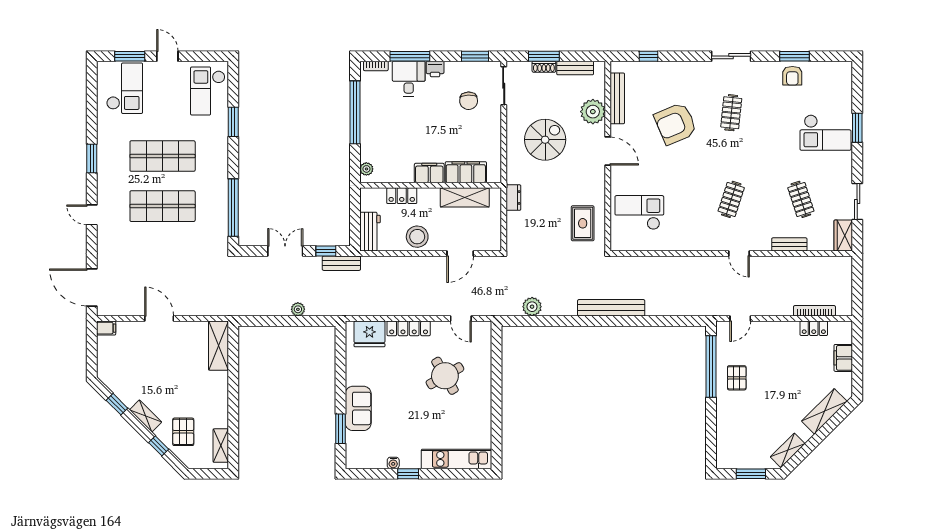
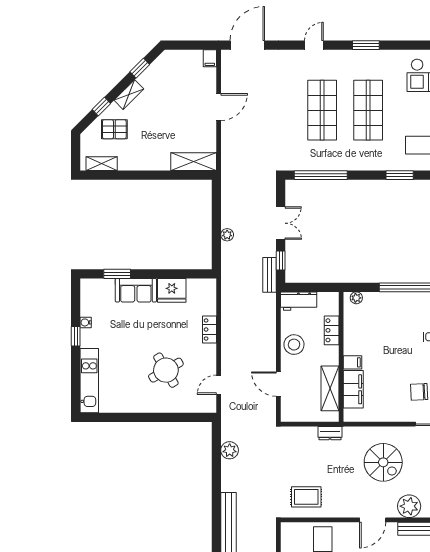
filing cabinet: (429, 173) -> (353, 362), width x0.50
locker: (409, 328) -> (209, 330), width x0.66
fridge: (369, 334) -> (172, 290), moved, turned -90

